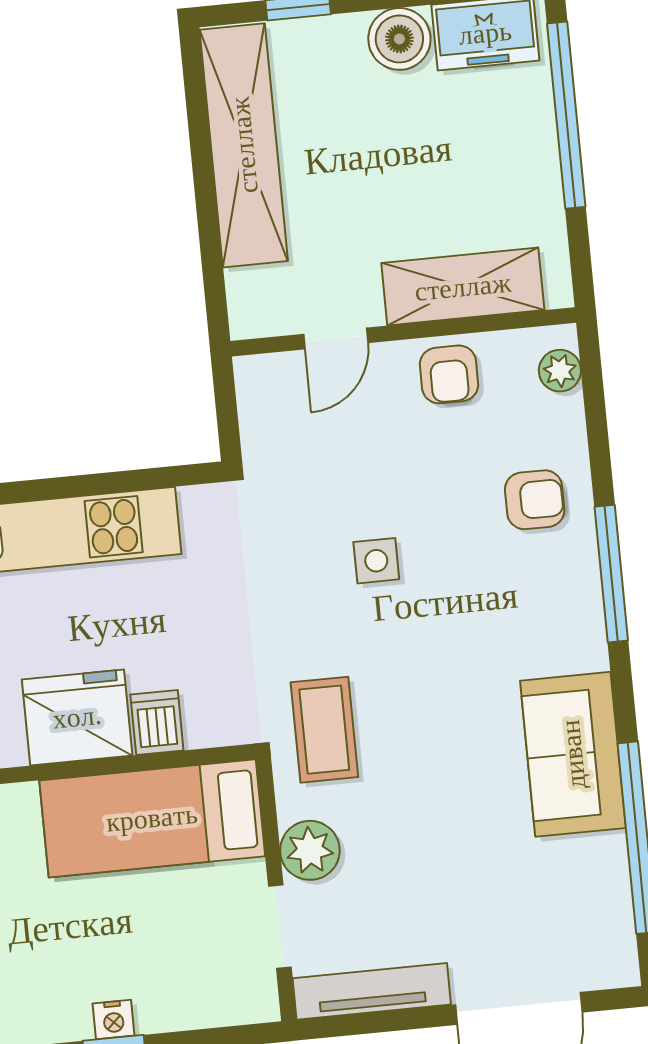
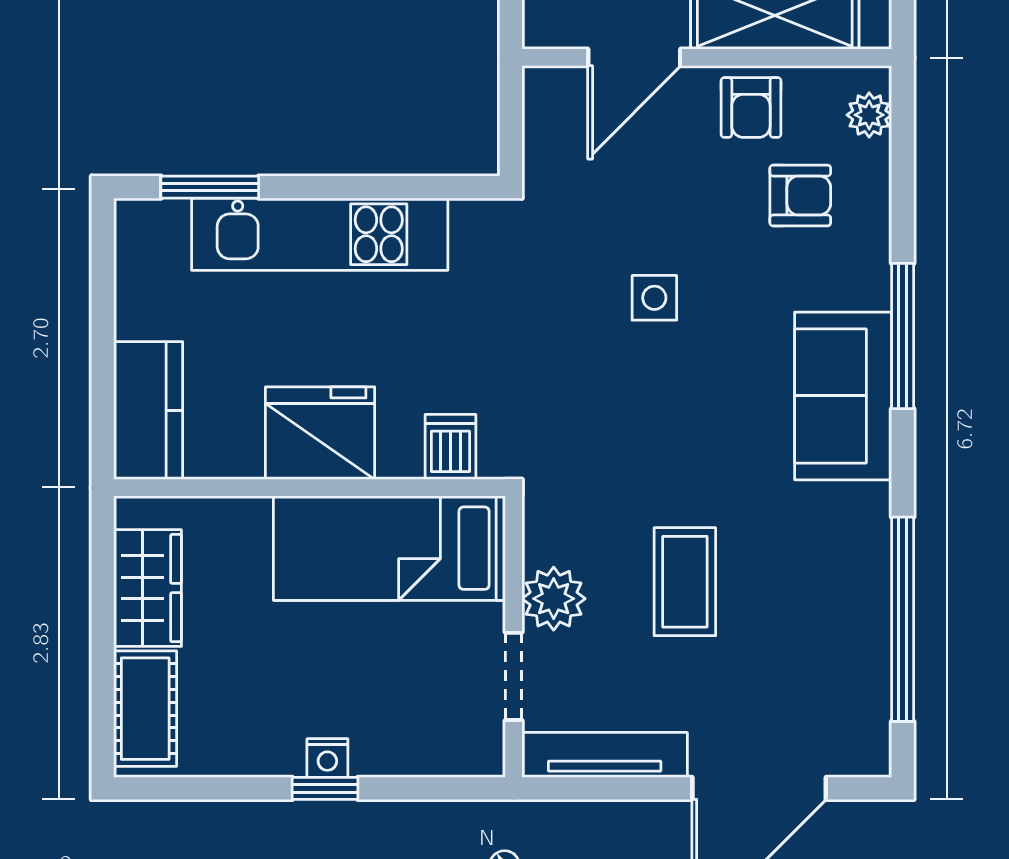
door: (336, 338) -> (634, 57), width x1.38
armchair: (535, 500) -> (800, 195), moved
dishwasher: (157, 723) -> (450, 447), moved
coffee table: (324, 730) -> (685, 582), moved
sofa: (573, 754) -> (843, 396), moved

